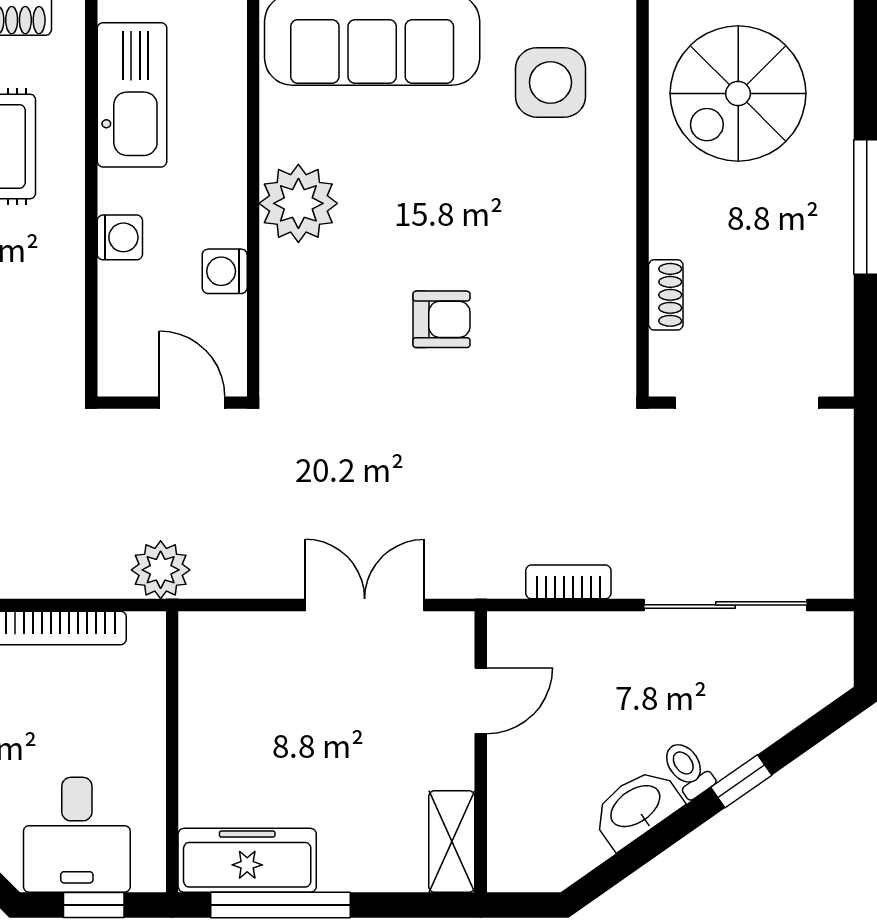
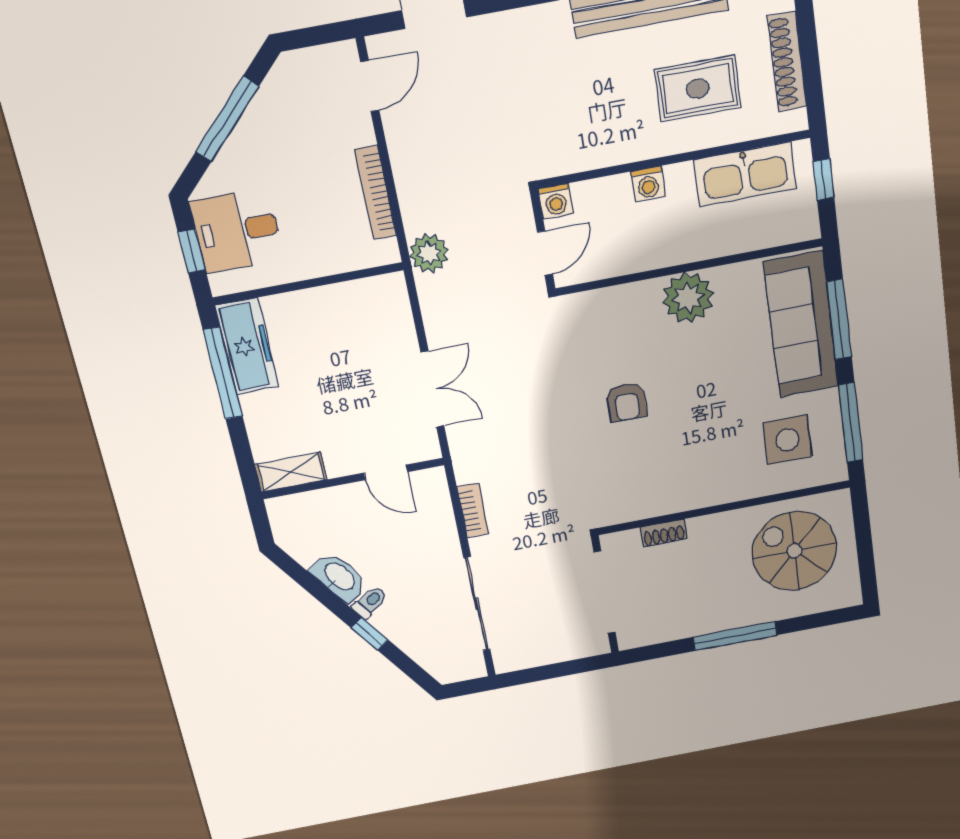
washing machine: (225, 271) -> (556, 201), moved, turned 180

